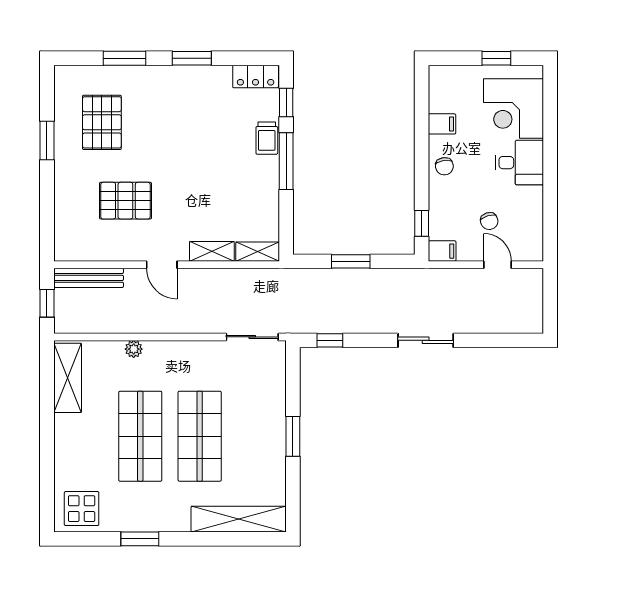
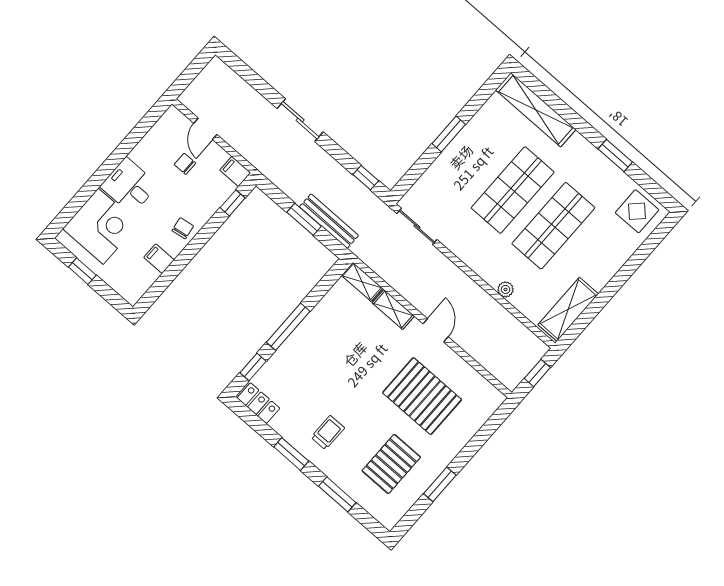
trolley: (267, 138) -> (328, 433), moved
pallet: (125, 201) -> (422, 396), width x1.37, depth x1.41
chair: (489, 221) -> (185, 164), turned -73
bench: (89, 278) -> (329, 221), moved

